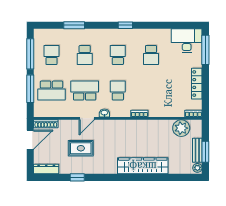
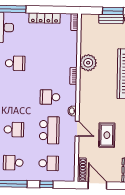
school desk: (118, 55) -> (15, 96), removed
window: (30, 89) -> (46, 184), width x0.46
school desk: (51, 91) -> (49, 163), width x0.54
school desk: (85, 91) -> (49, 130), turned 180
plant: (181, 128) -> (88, 63), moved

